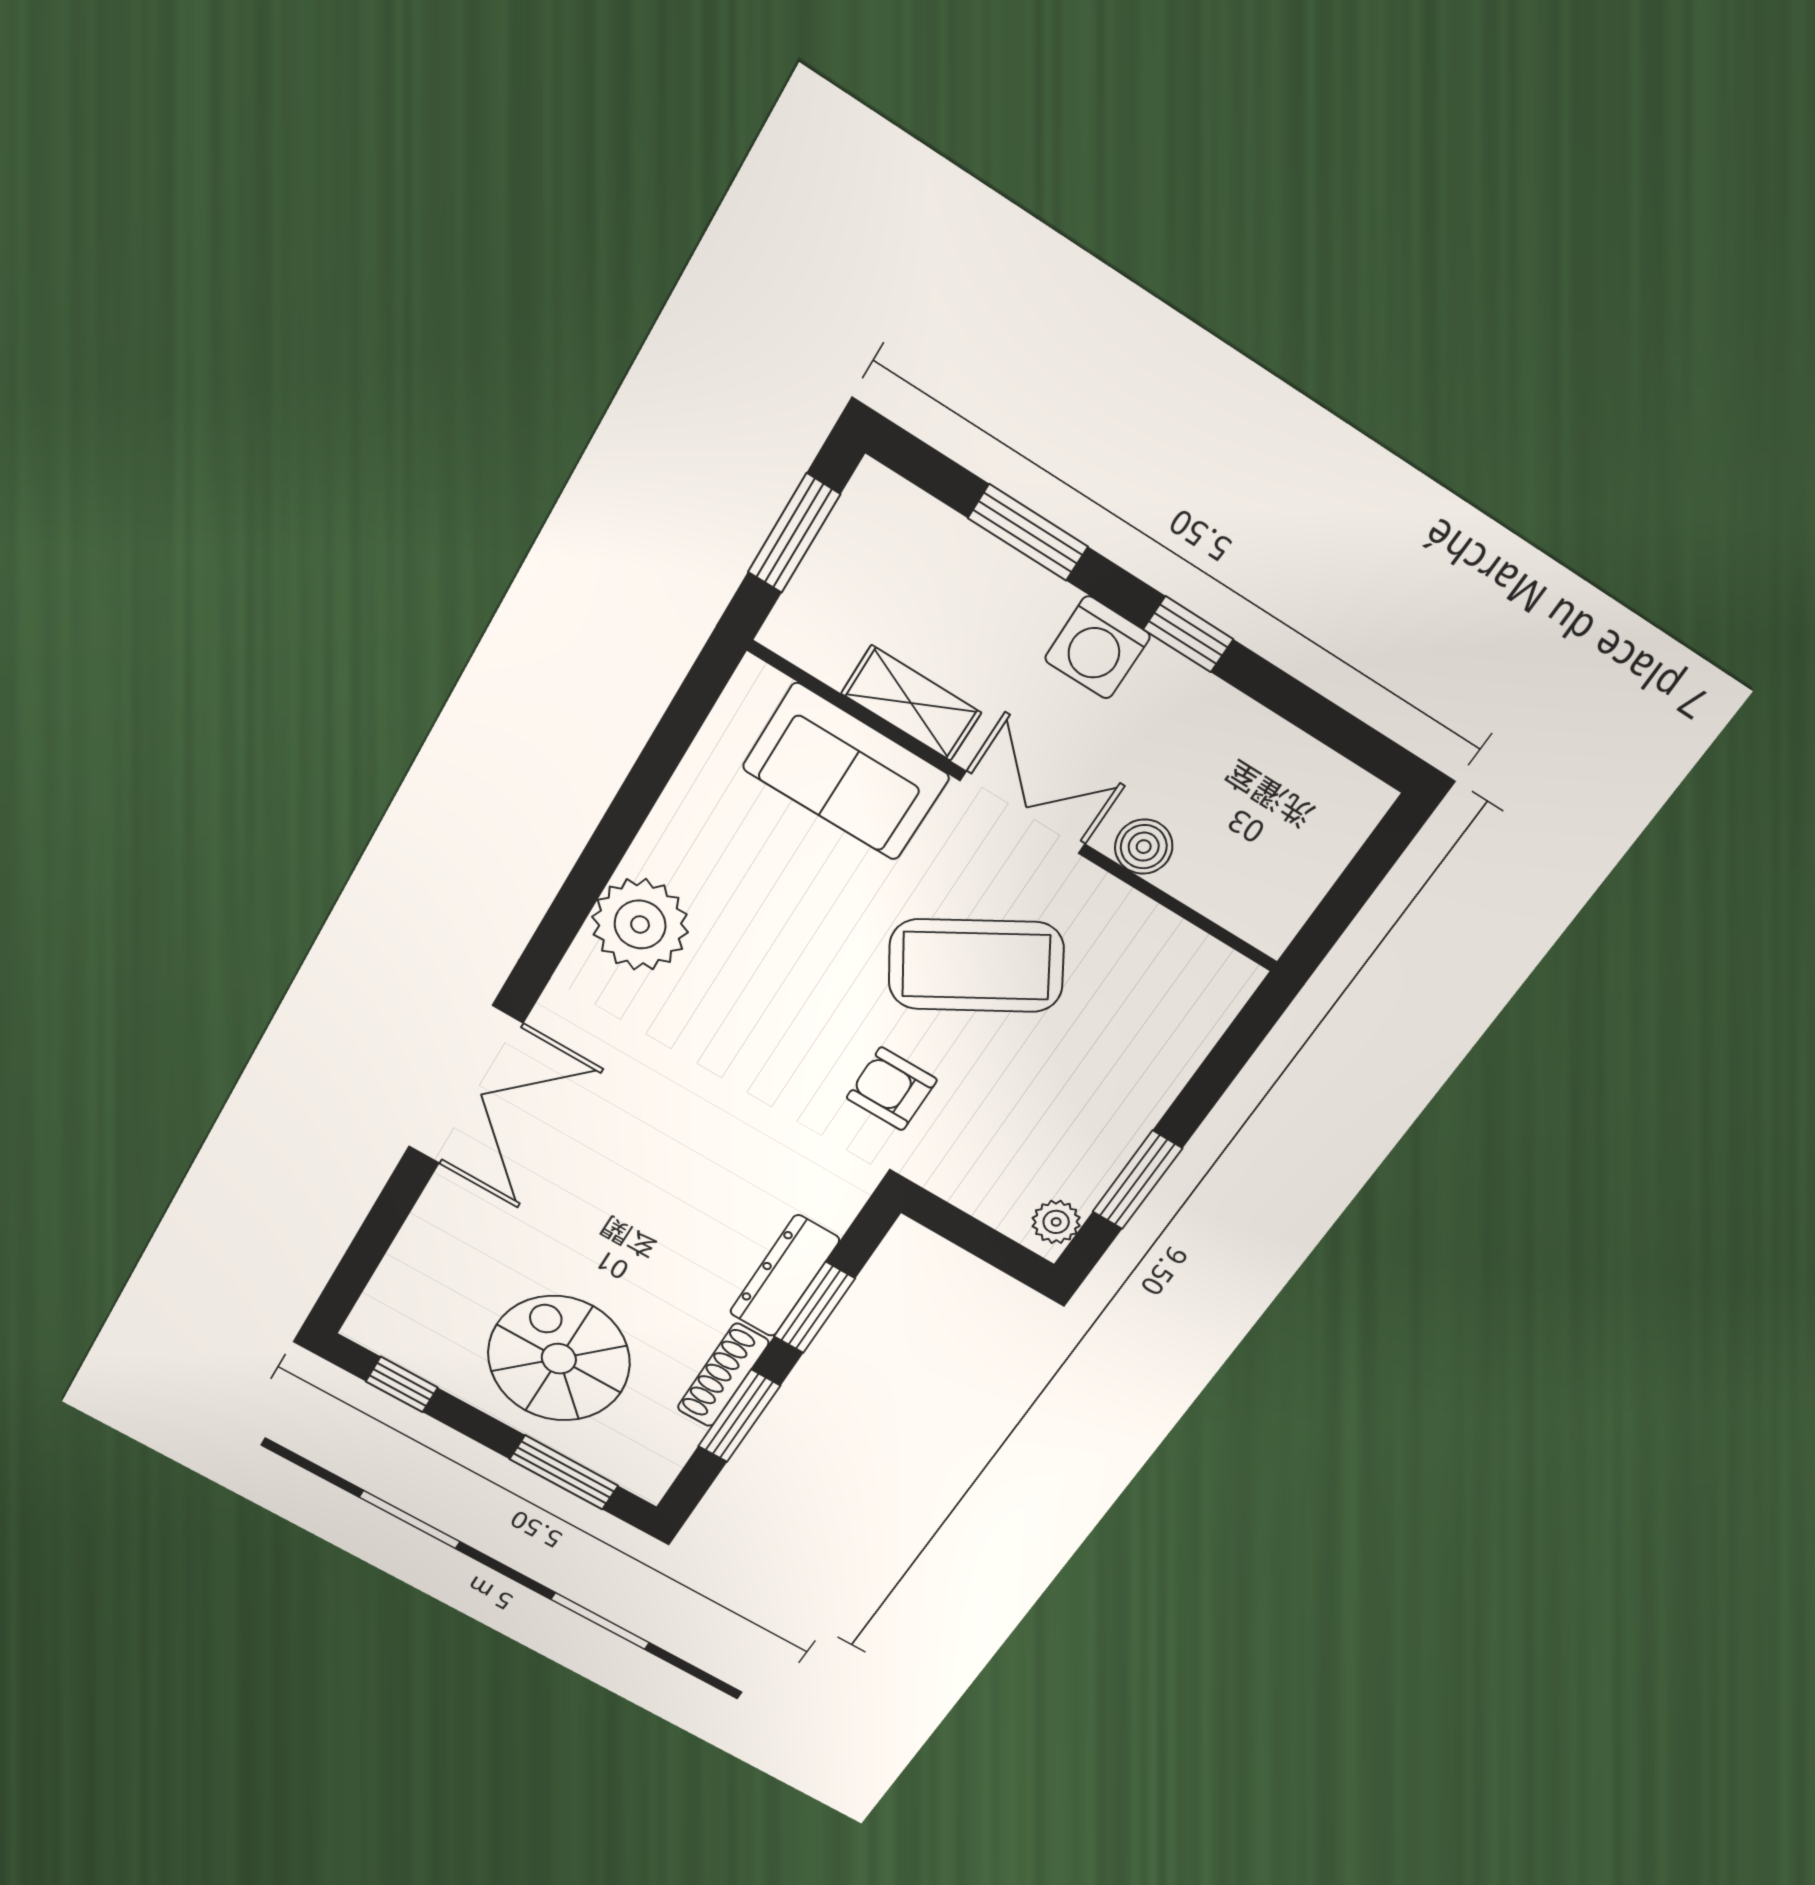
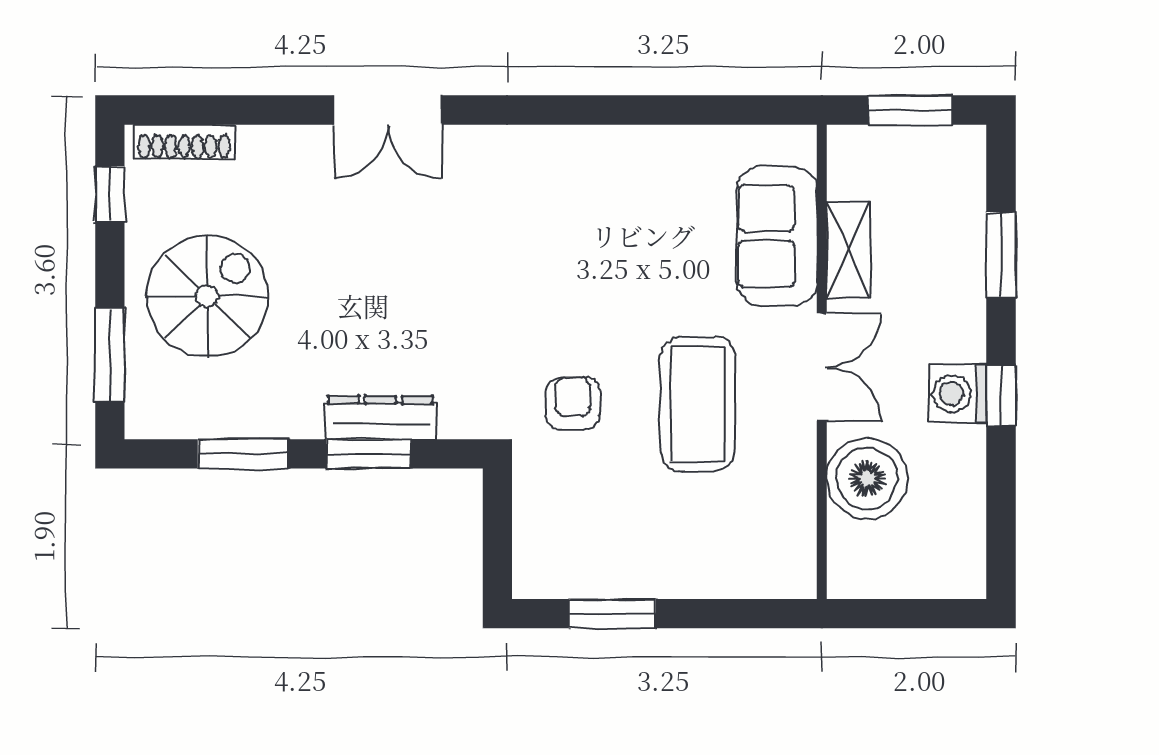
washing machine: (1097, 648) -> (957, 394), moved
boiler: (1144, 847) -> (867, 479), width x1.86, depth x1.86
plant: (640, 924) -> (585, 163), removed
coffee table: (976, 966) -> (698, 404), turned 31
double door: (465, 1085) -> (388, 110), width x0.73
plant: (1056, 1222) -> (545, 579), removed
shoe rack: (723, 1375) -> (184, 142), moved, turned 180

